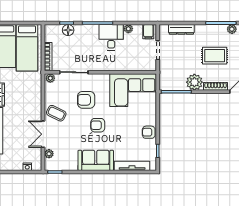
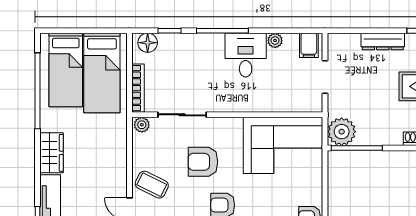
dresser: (181, 29) -> (383, 42), moved
floor lamp: (68, 30) -> (148, 43), moved
plant: (194, 82) -> (342, 132), moved

